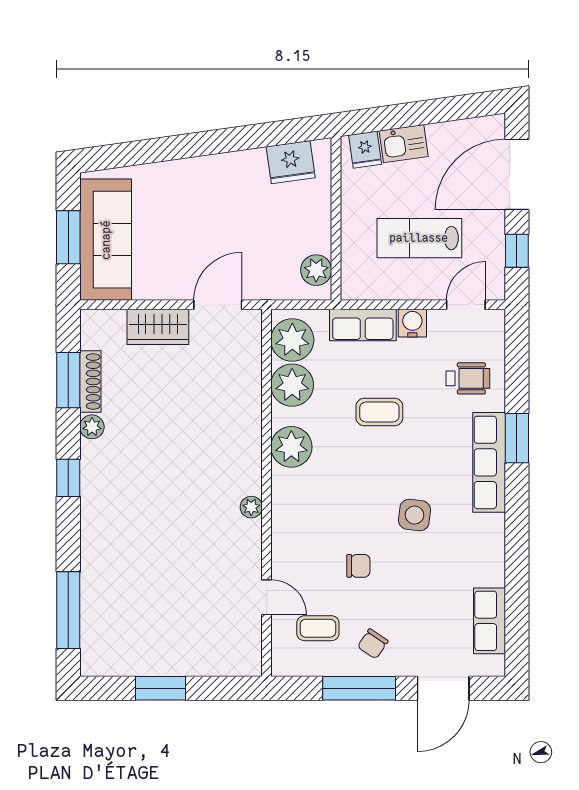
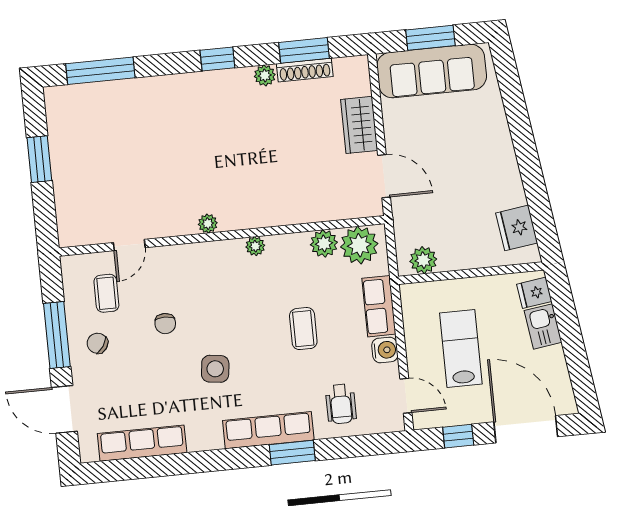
plant: (292, 385) -> (324, 243), width x0.73, depth x0.73
plant: (291, 447) -> (255, 246), width x0.53, depth x0.53
row of seats: (490, 621) -> (142, 443), width x1.48

